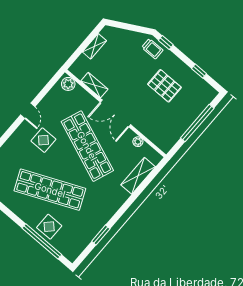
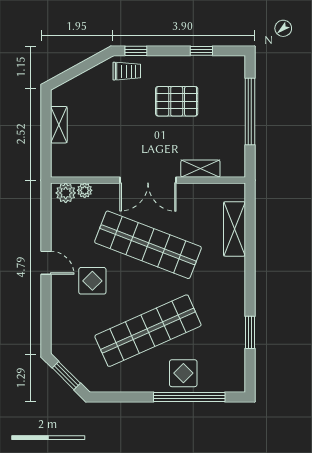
shelving: (94, 85) -> (200, 169), moved
plant: (138, 142) -> (85, 190), moved

